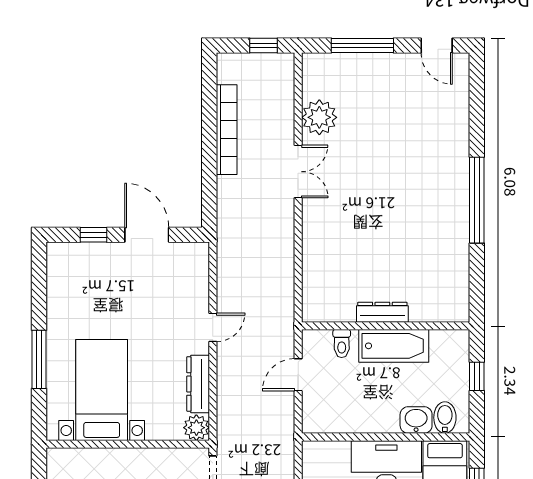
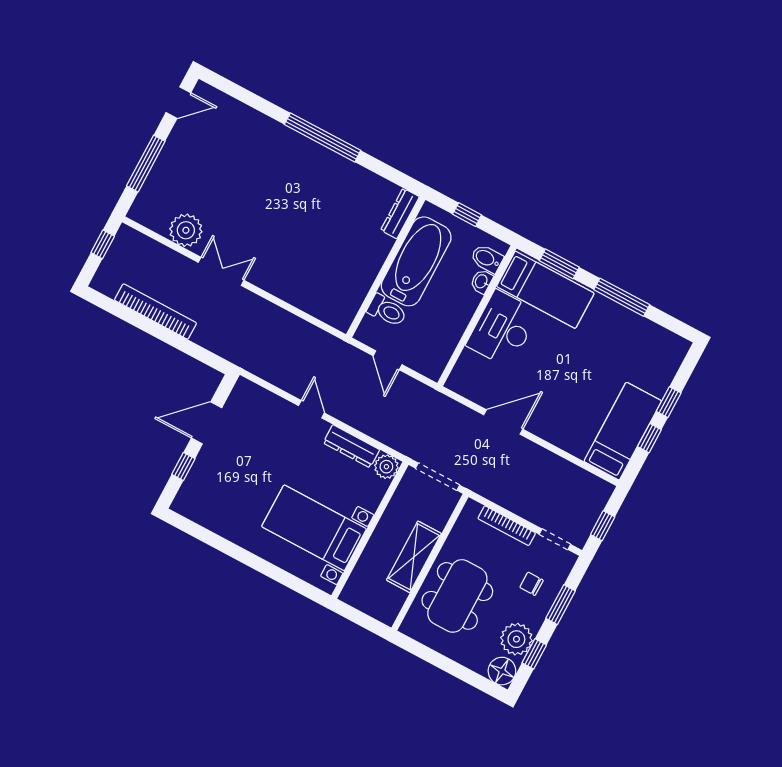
dresser: (382, 312) -> (400, 213), moved
toilet: (342, 344) -> (387, 311), width x1.37, depth x1.39
bathtub: (394, 346) -> (416, 261), width x1.36, depth x1.36
window: (39, 359) -> (262, 566), removed
washbasin: (416, 420) -> (482, 282), width x0.72, depth x0.69

